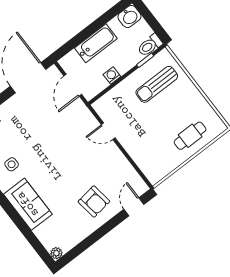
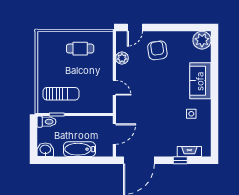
washing machine: (112, 75) -> (85, 121), removed
cafe table: (190, 136) -> (80, 49), moved
plant: (123, 167) -> (122, 58), added
plant: (56, 253) -> (202, 40), width x1.88, depth x1.88

